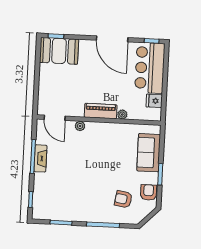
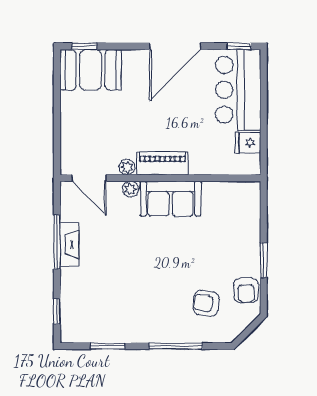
door: (112, 39) -> (175, 46), hinge flipped
plant: (122, 115) -> (127, 167), moved
sofa: (149, 153) -> (171, 199), moved, turned -90
armchair: (149, 192) -> (246, 290), turned 180

